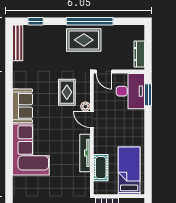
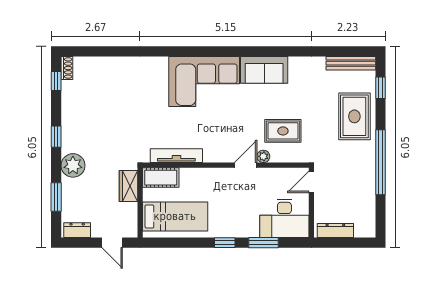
rug: (84, 40) -> (354, 116), moved
window: (148, 95) -> (264, 243), moved
window: (148, 135) -> (225, 243), added
tv unit: (85, 153) -> (176, 156), moved
cot: (101, 168) -> (161, 178), moved

